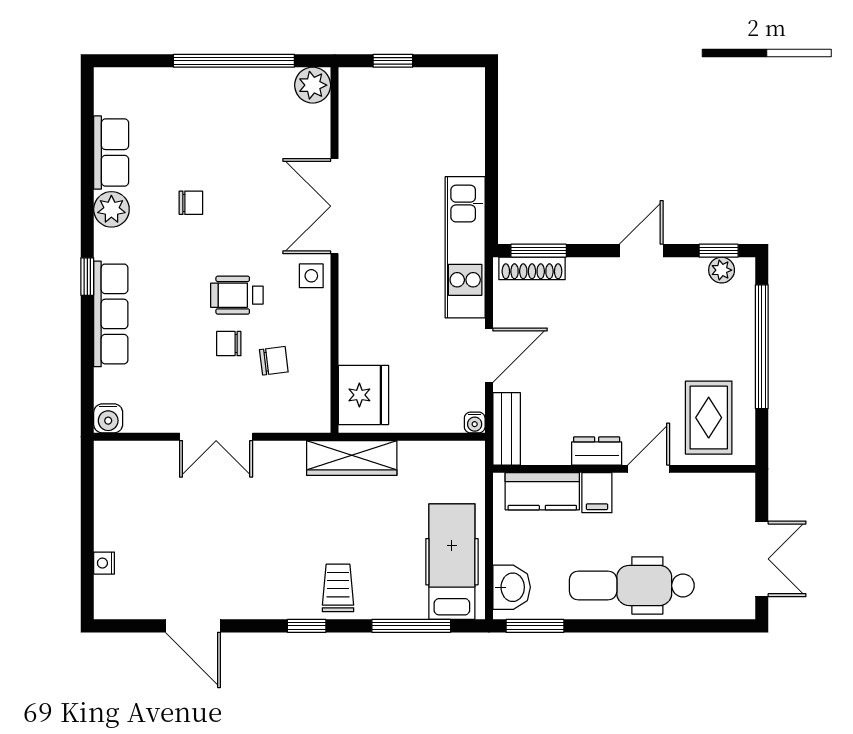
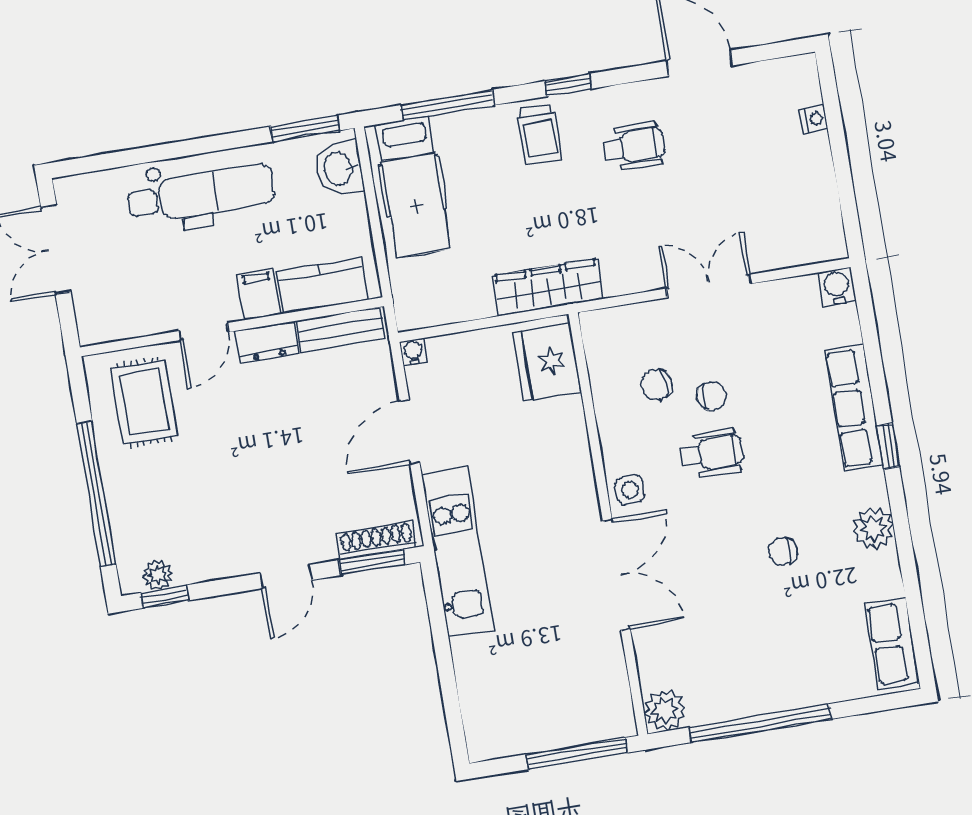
window: (393, 61) -> (577, 753), width x2.17
row of seats: (111, 152) -> (892, 643), moved
door: (641, 251) -> (286, 577), moved
bench: (507, 429) -> (341, 330), moved, turned 90
wheelchair: (260, 565) -> (634, 146), added

